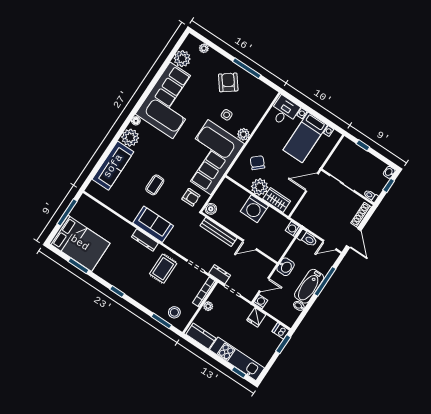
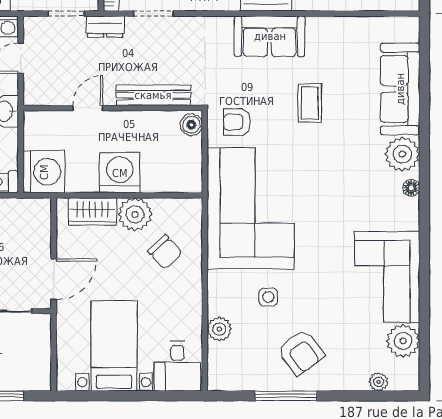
corner sofa: (171, 100) -> (387, 277), width x0.73, depth x0.74
plant: (243, 134) -> (219, 329), moved
washing machine: (293, 229) -> (44, 172), width x1.89, depth x1.89

